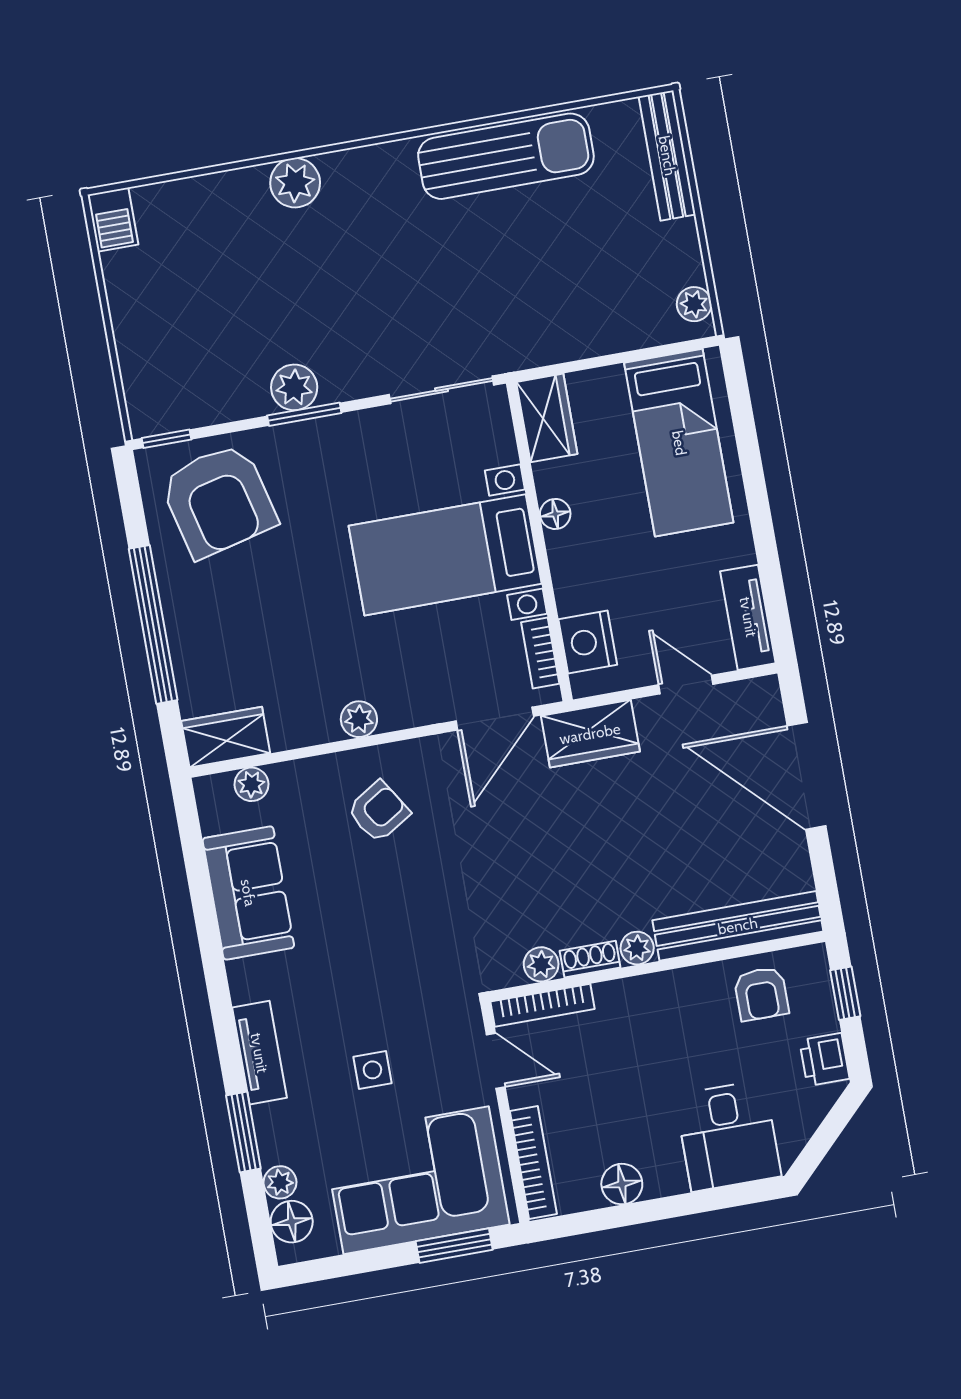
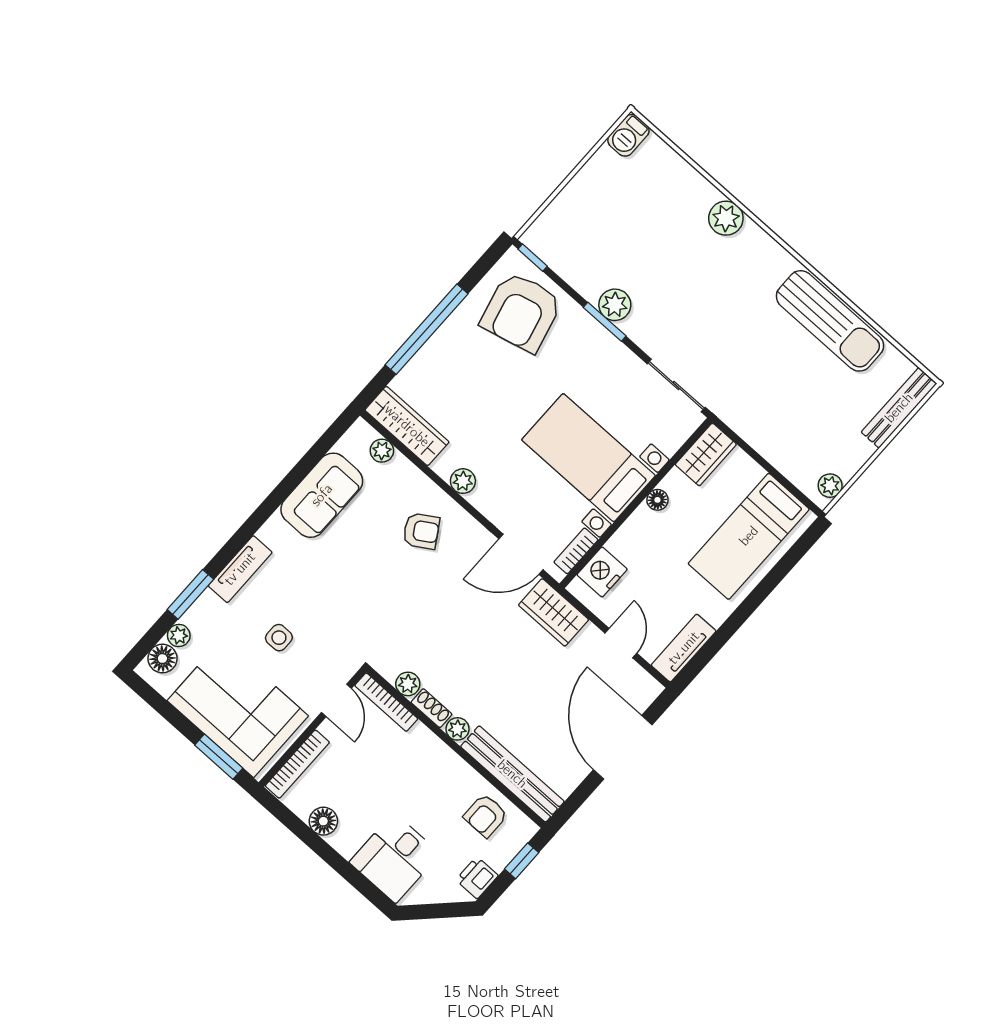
wardrobe: (226, 737) -> (407, 426), width x1.50

